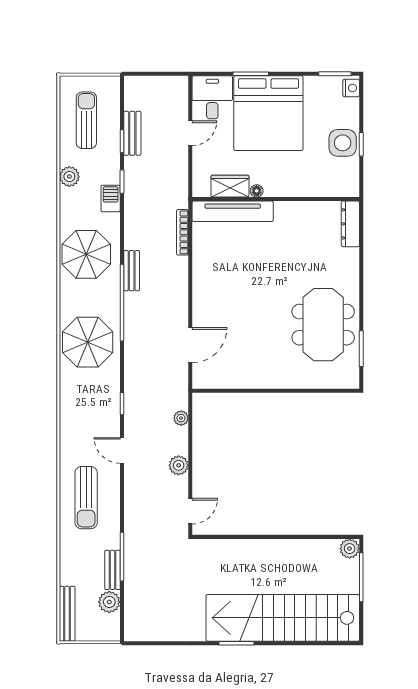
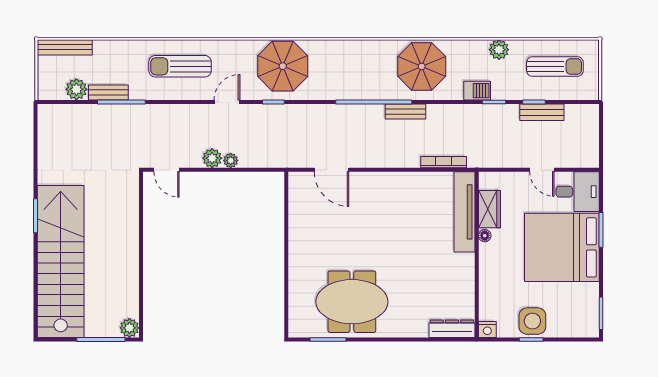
nightstand: (351, 88) -> (487, 330), moved
parasol: (88, 342) -> (283, 66), moved
plant: (181, 418) -> (231, 161), moved

